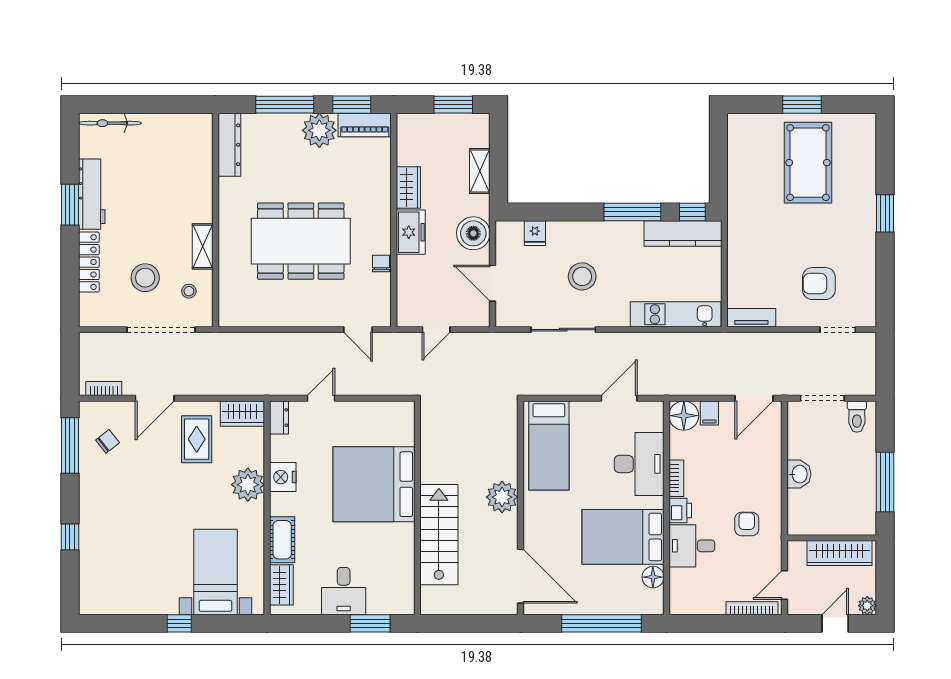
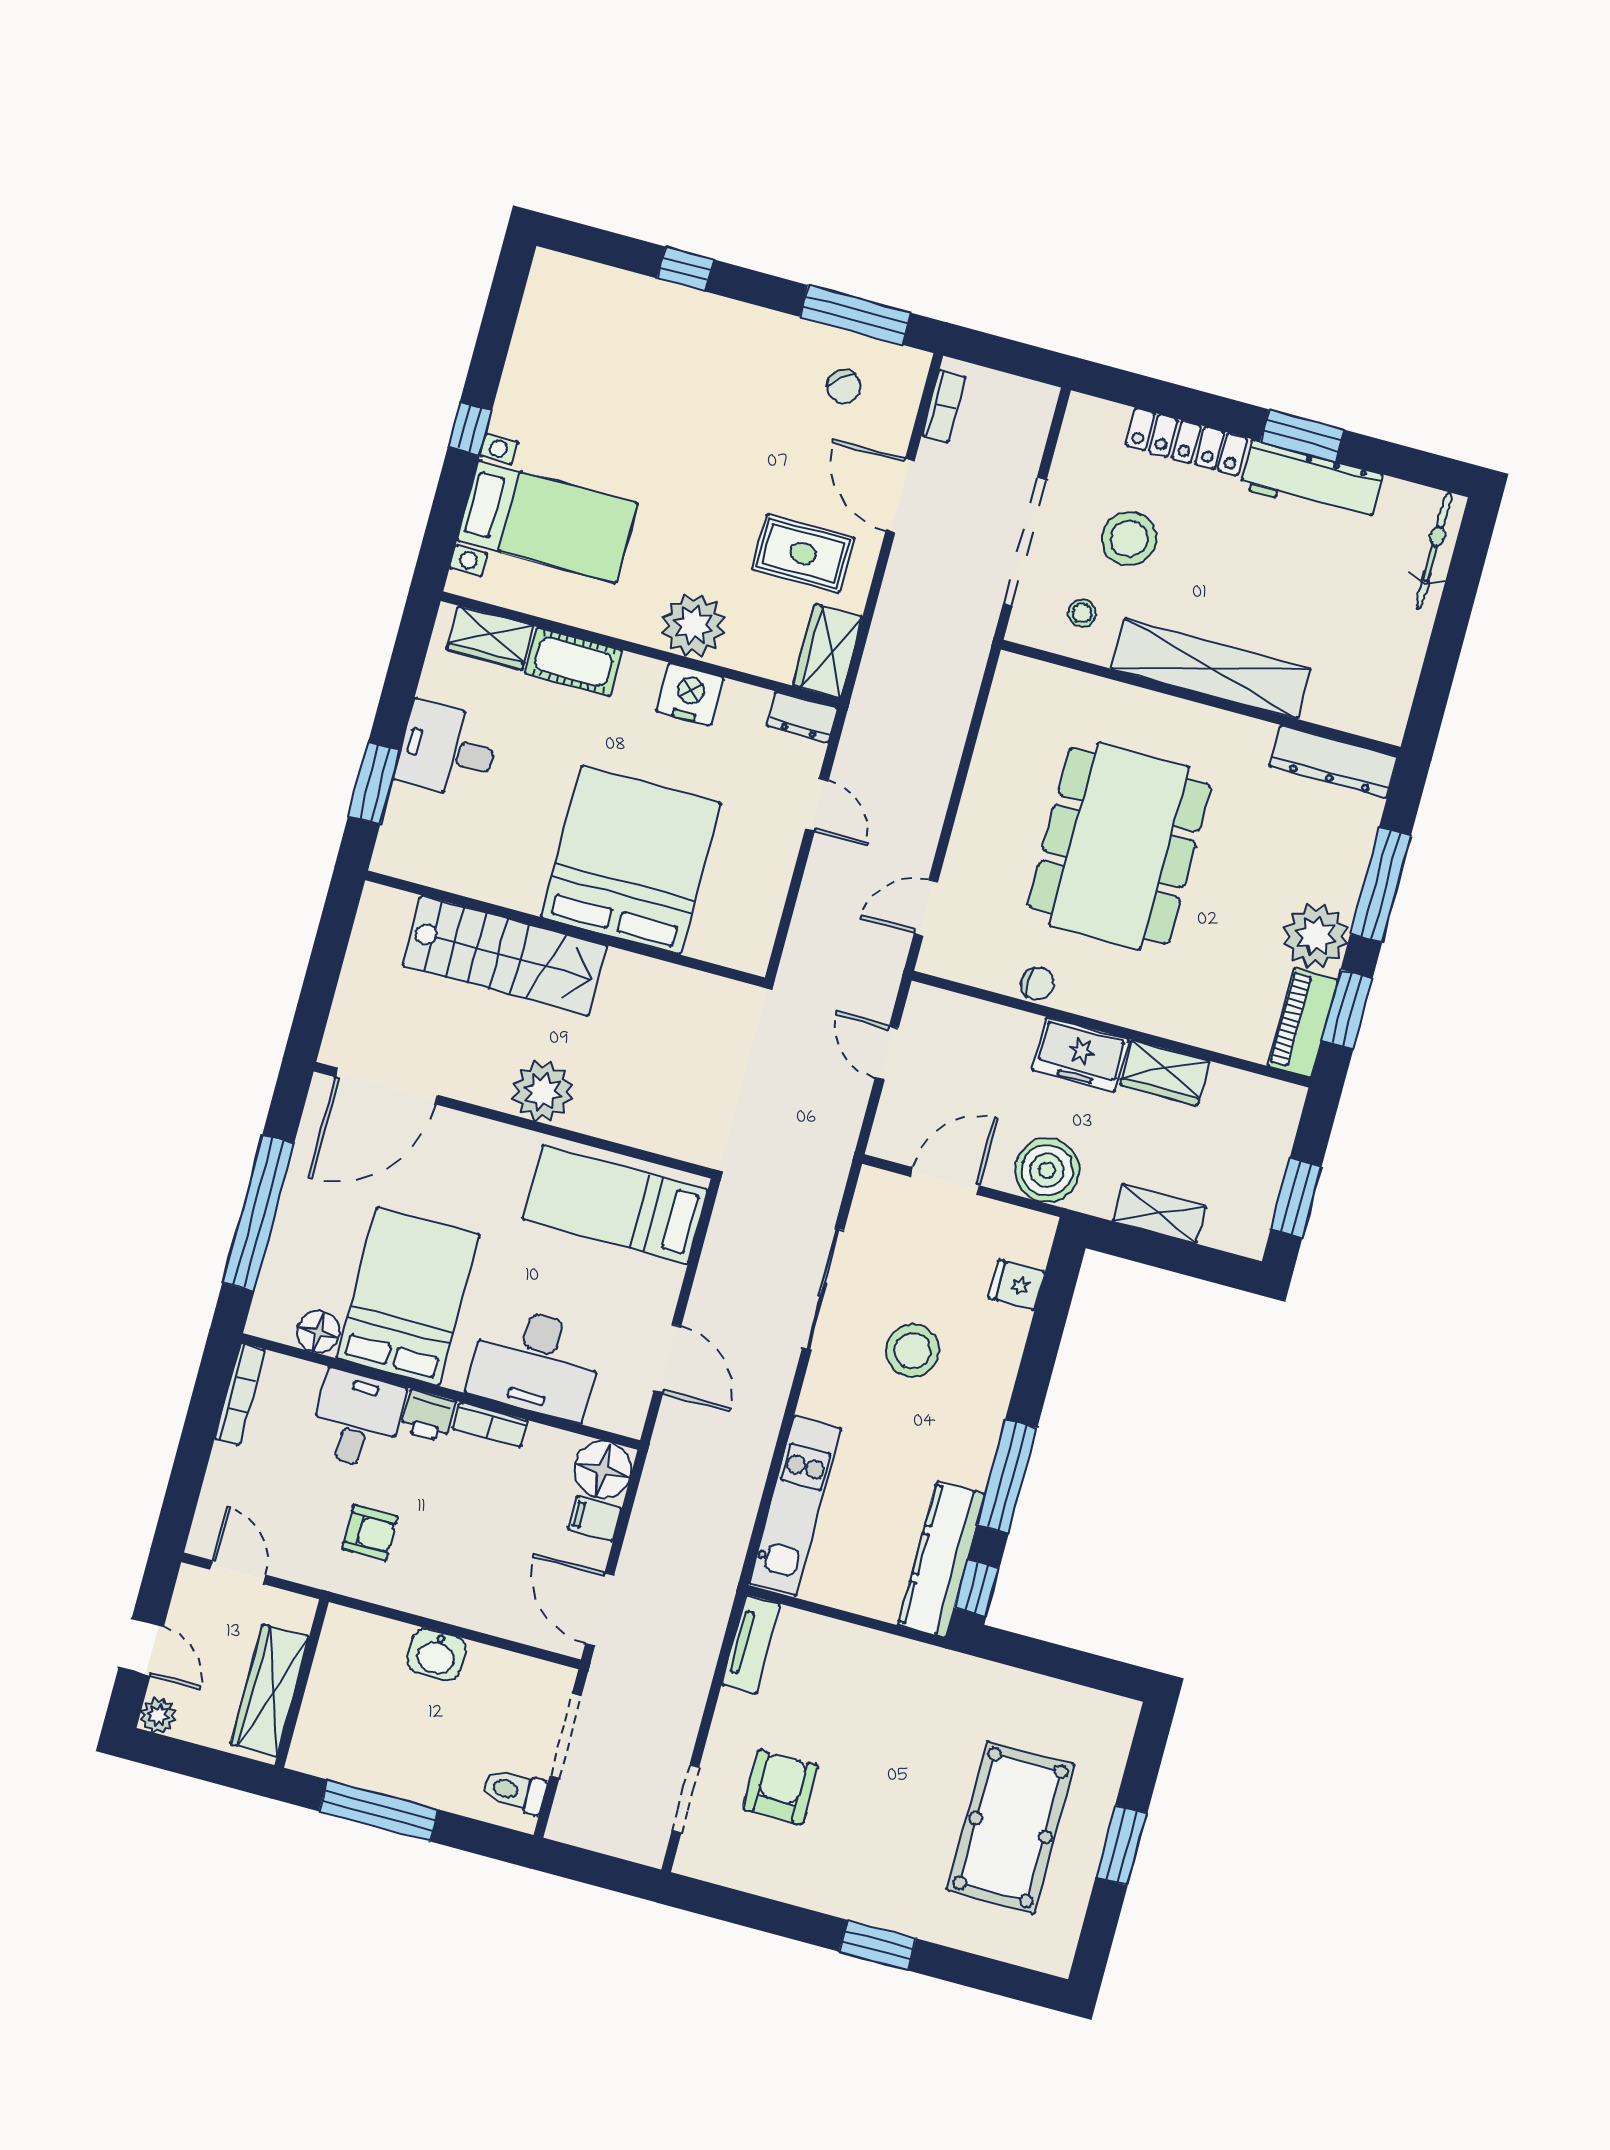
pool table: (808, 163) -> (1011, 1827), turned 90
shelving: (203, 246) -> (1211, 668), width x2.20, depth x1.33
bookcase: (752, 608) -> (240, 1394), moved

